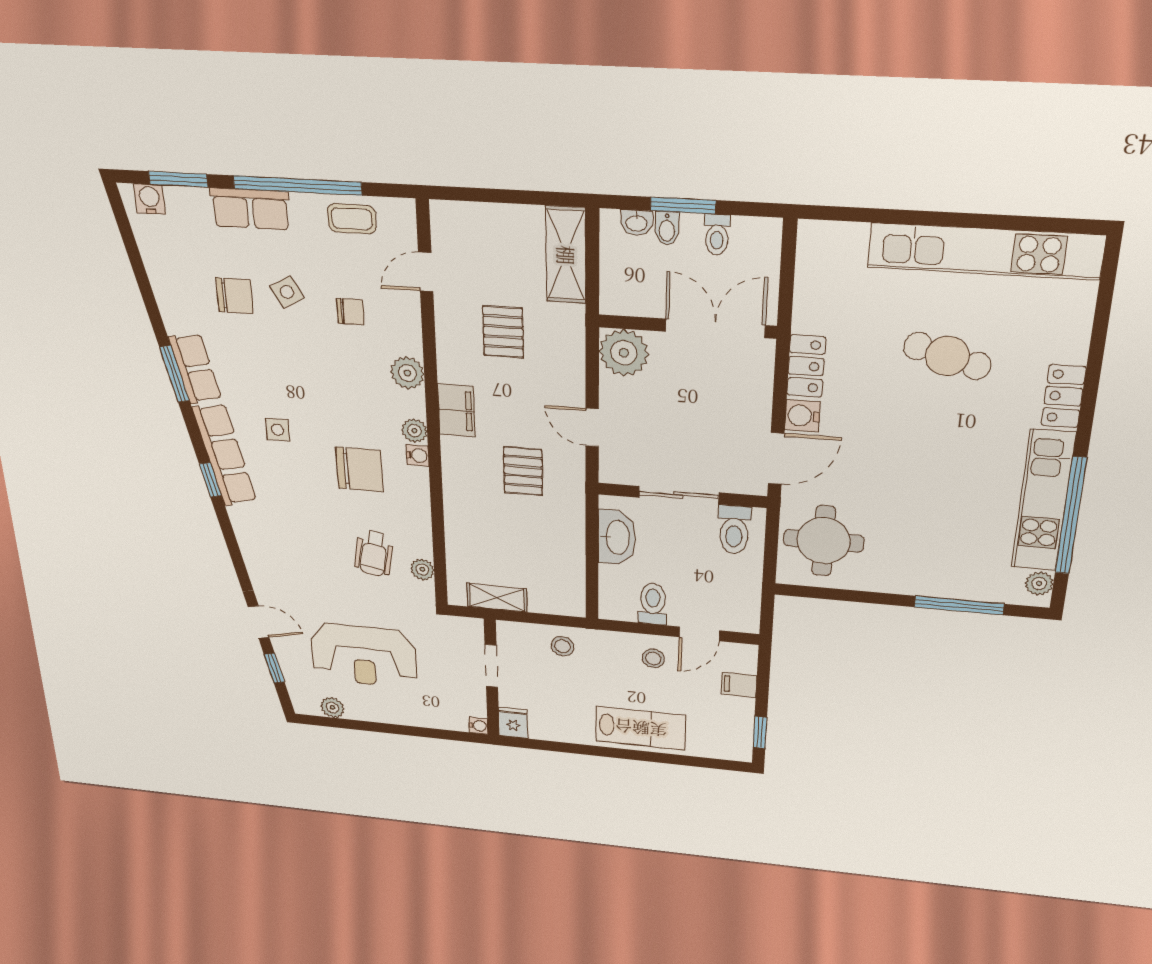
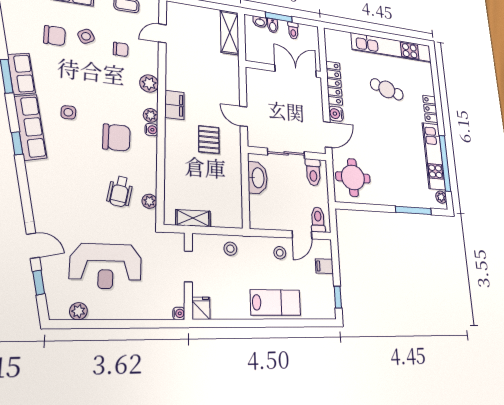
pallet: (503, 332) -> (200, 66), removed
plant: (624, 353) -> (257, 80), removed
locker: (806, 366) -> (334, 83), width x1.53
toilet: (653, 604) -> (318, 220), moved

